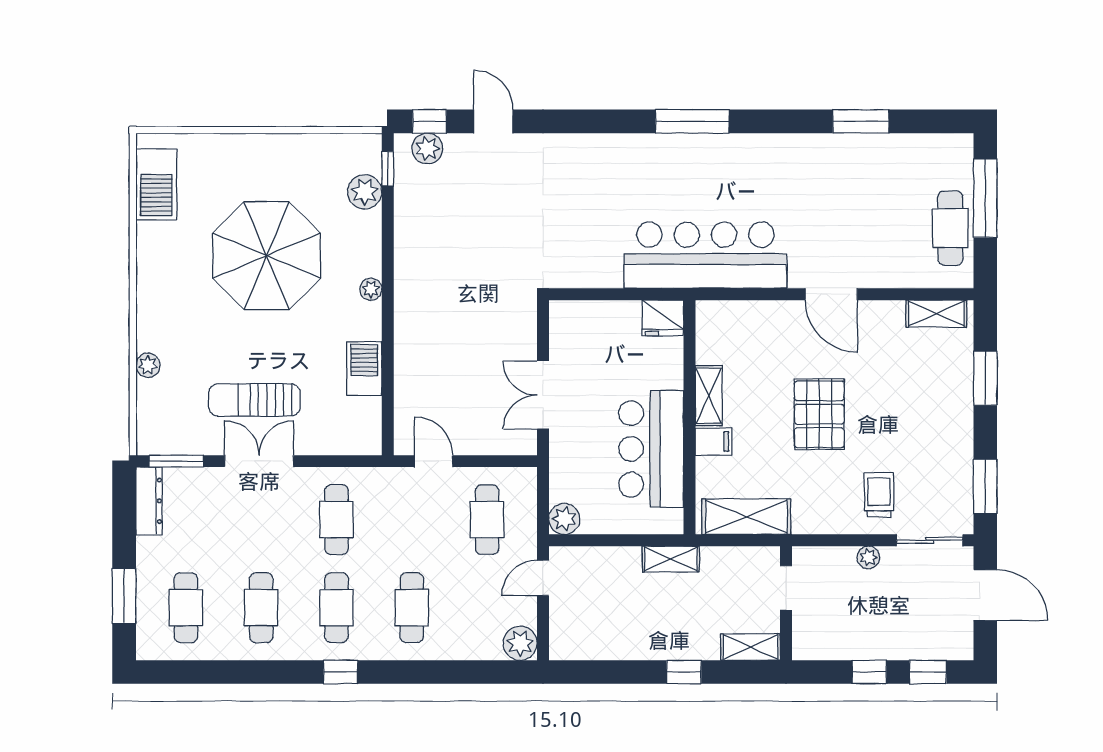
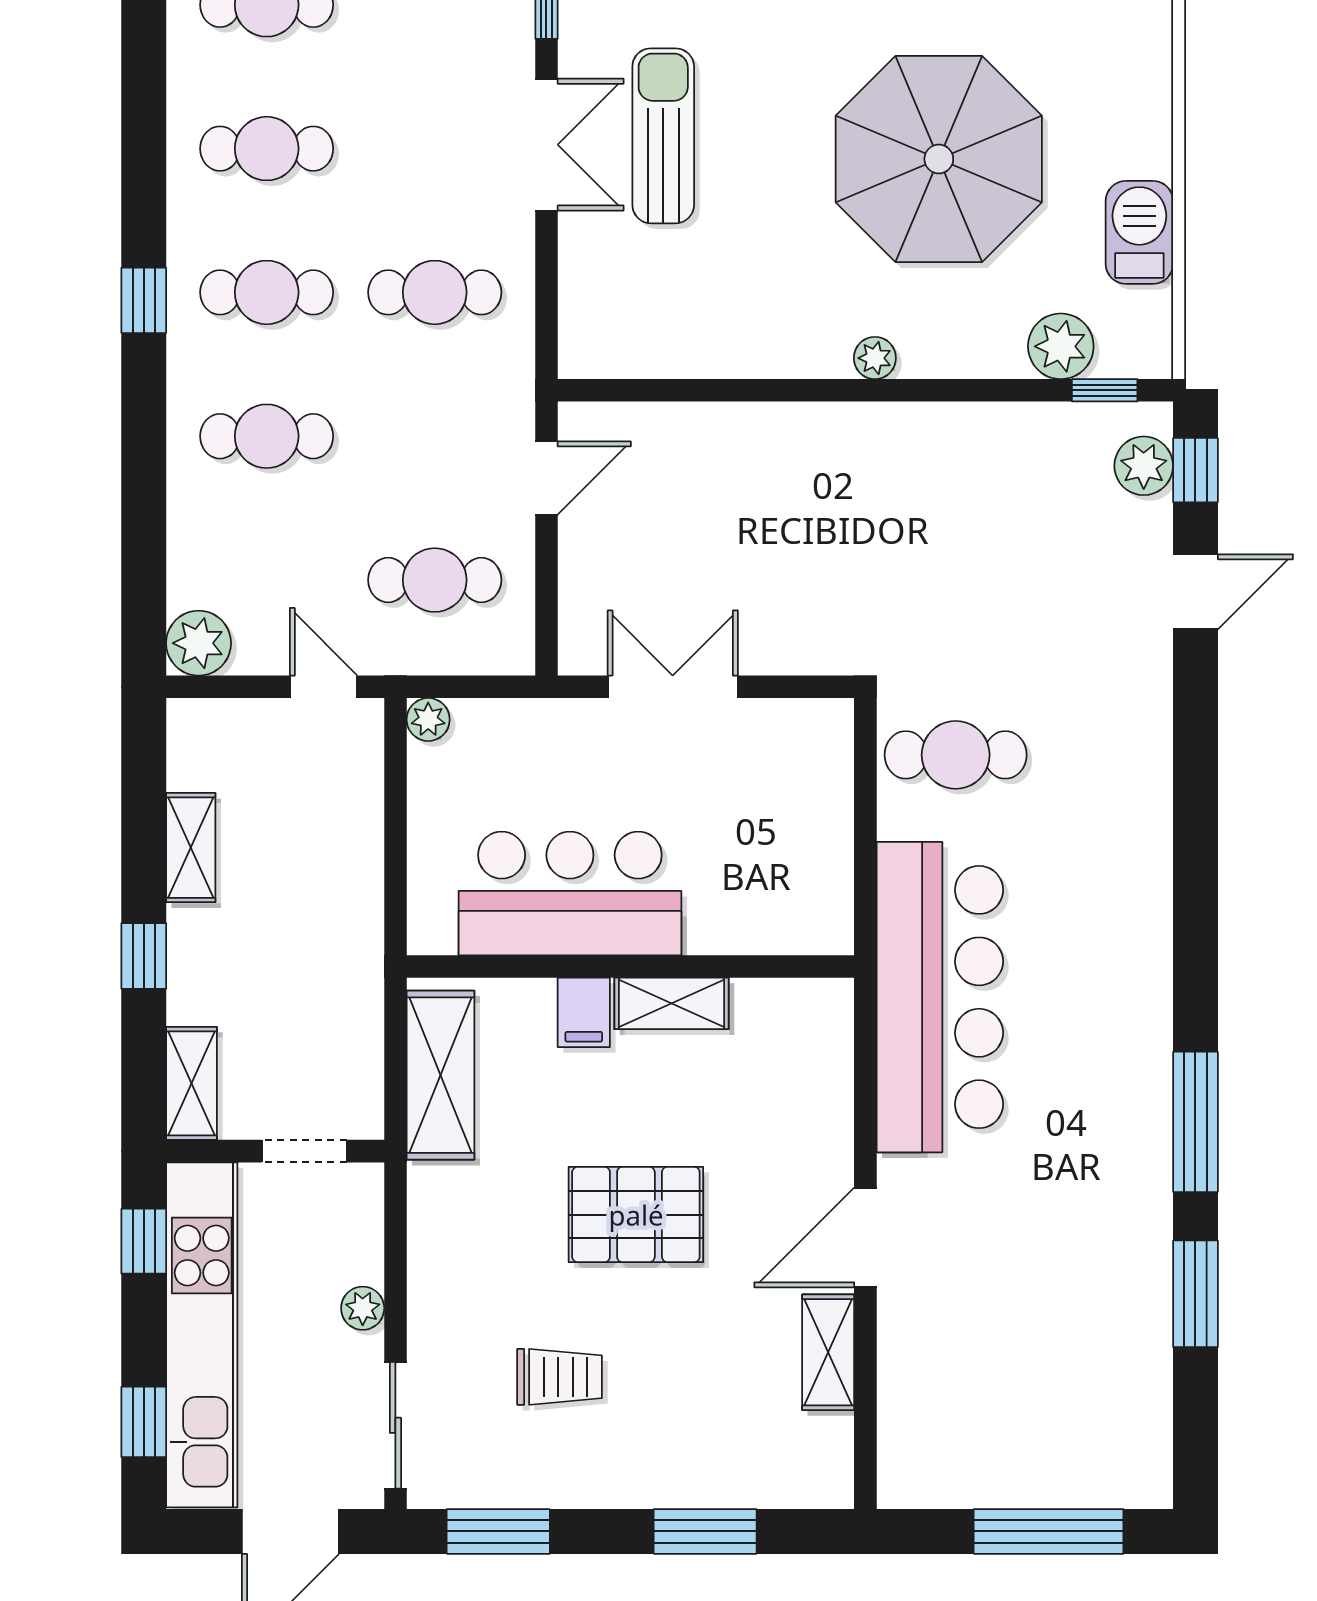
window: (692, 121) -> (1195, 1122), moved
cafe table: (950, 228) -> (956, 755), moved
shelving: (936, 314) -> (828, 1352), moved
fridge: (663, 318) -> (820, 916), removed
barbecue: (364, 368) -> (1139, 232), moved, turned -90
trolley: (879, 495) -> (560, 1377), moved
plant: (564, 519) -> (428, 720), width x0.73, depth x0.73
shelving: (671, 559) -> (191, 848), moved
kitchen unit: (882, 642) -> (202, 1335), added
window: (869, 672) -> (144, 1241), moved

